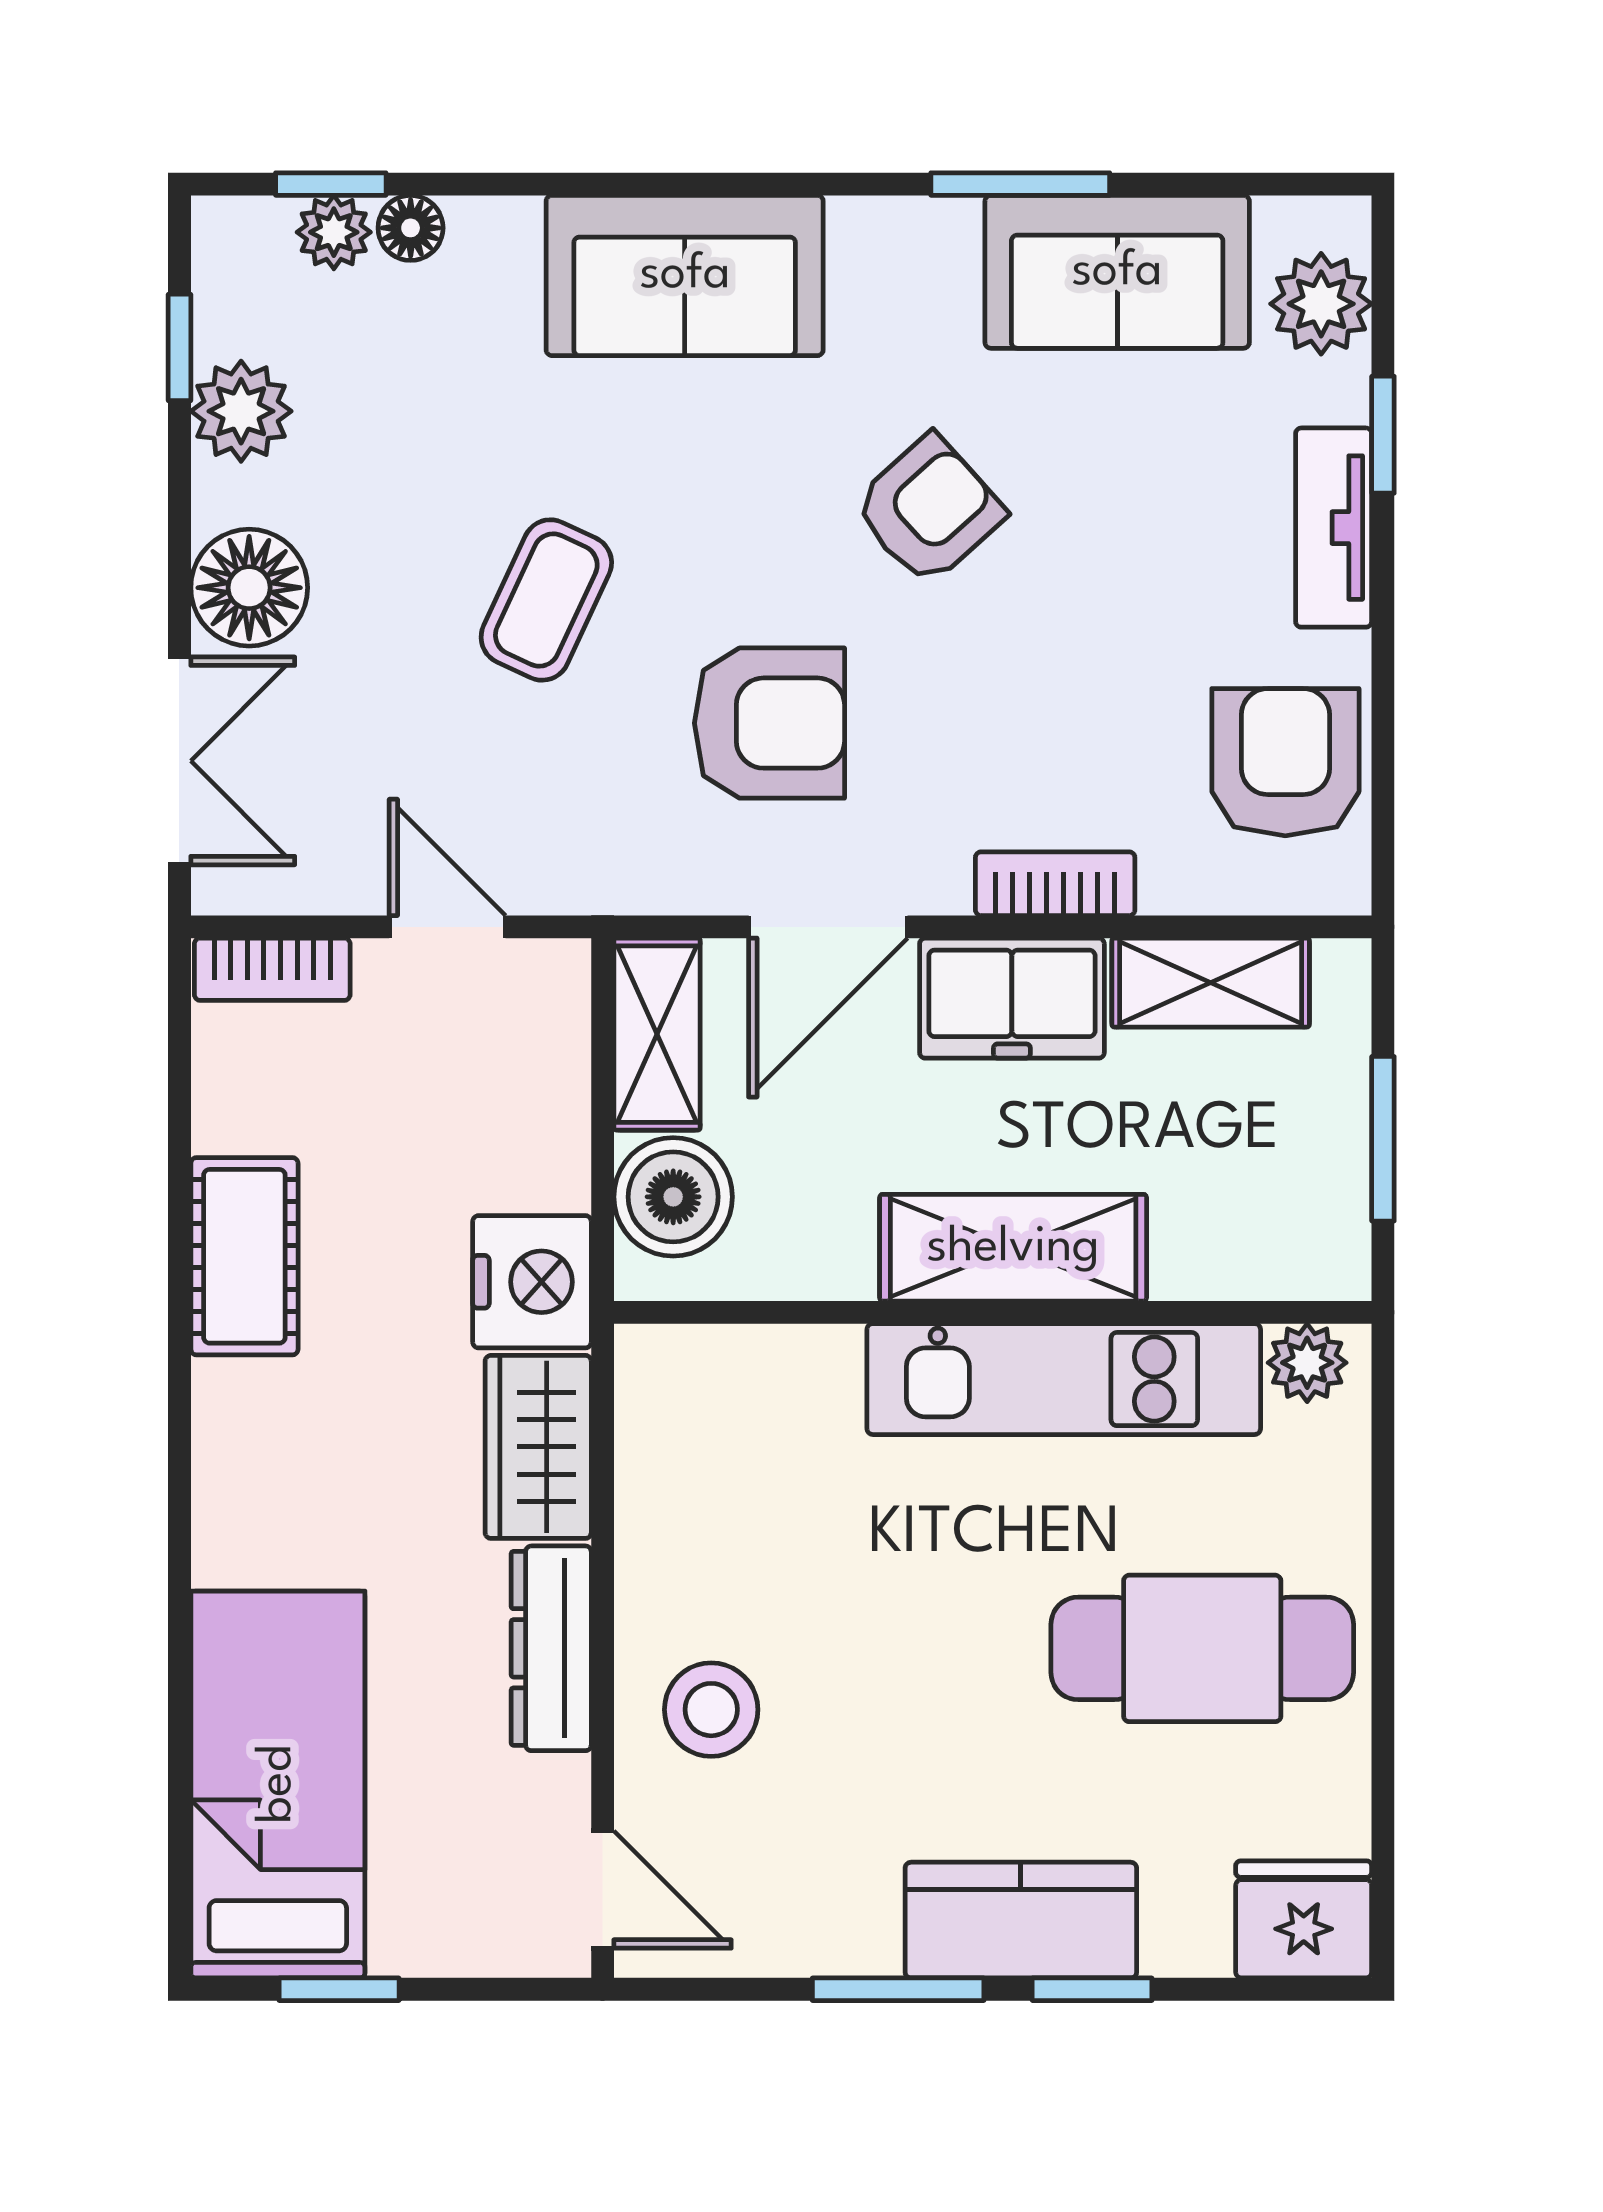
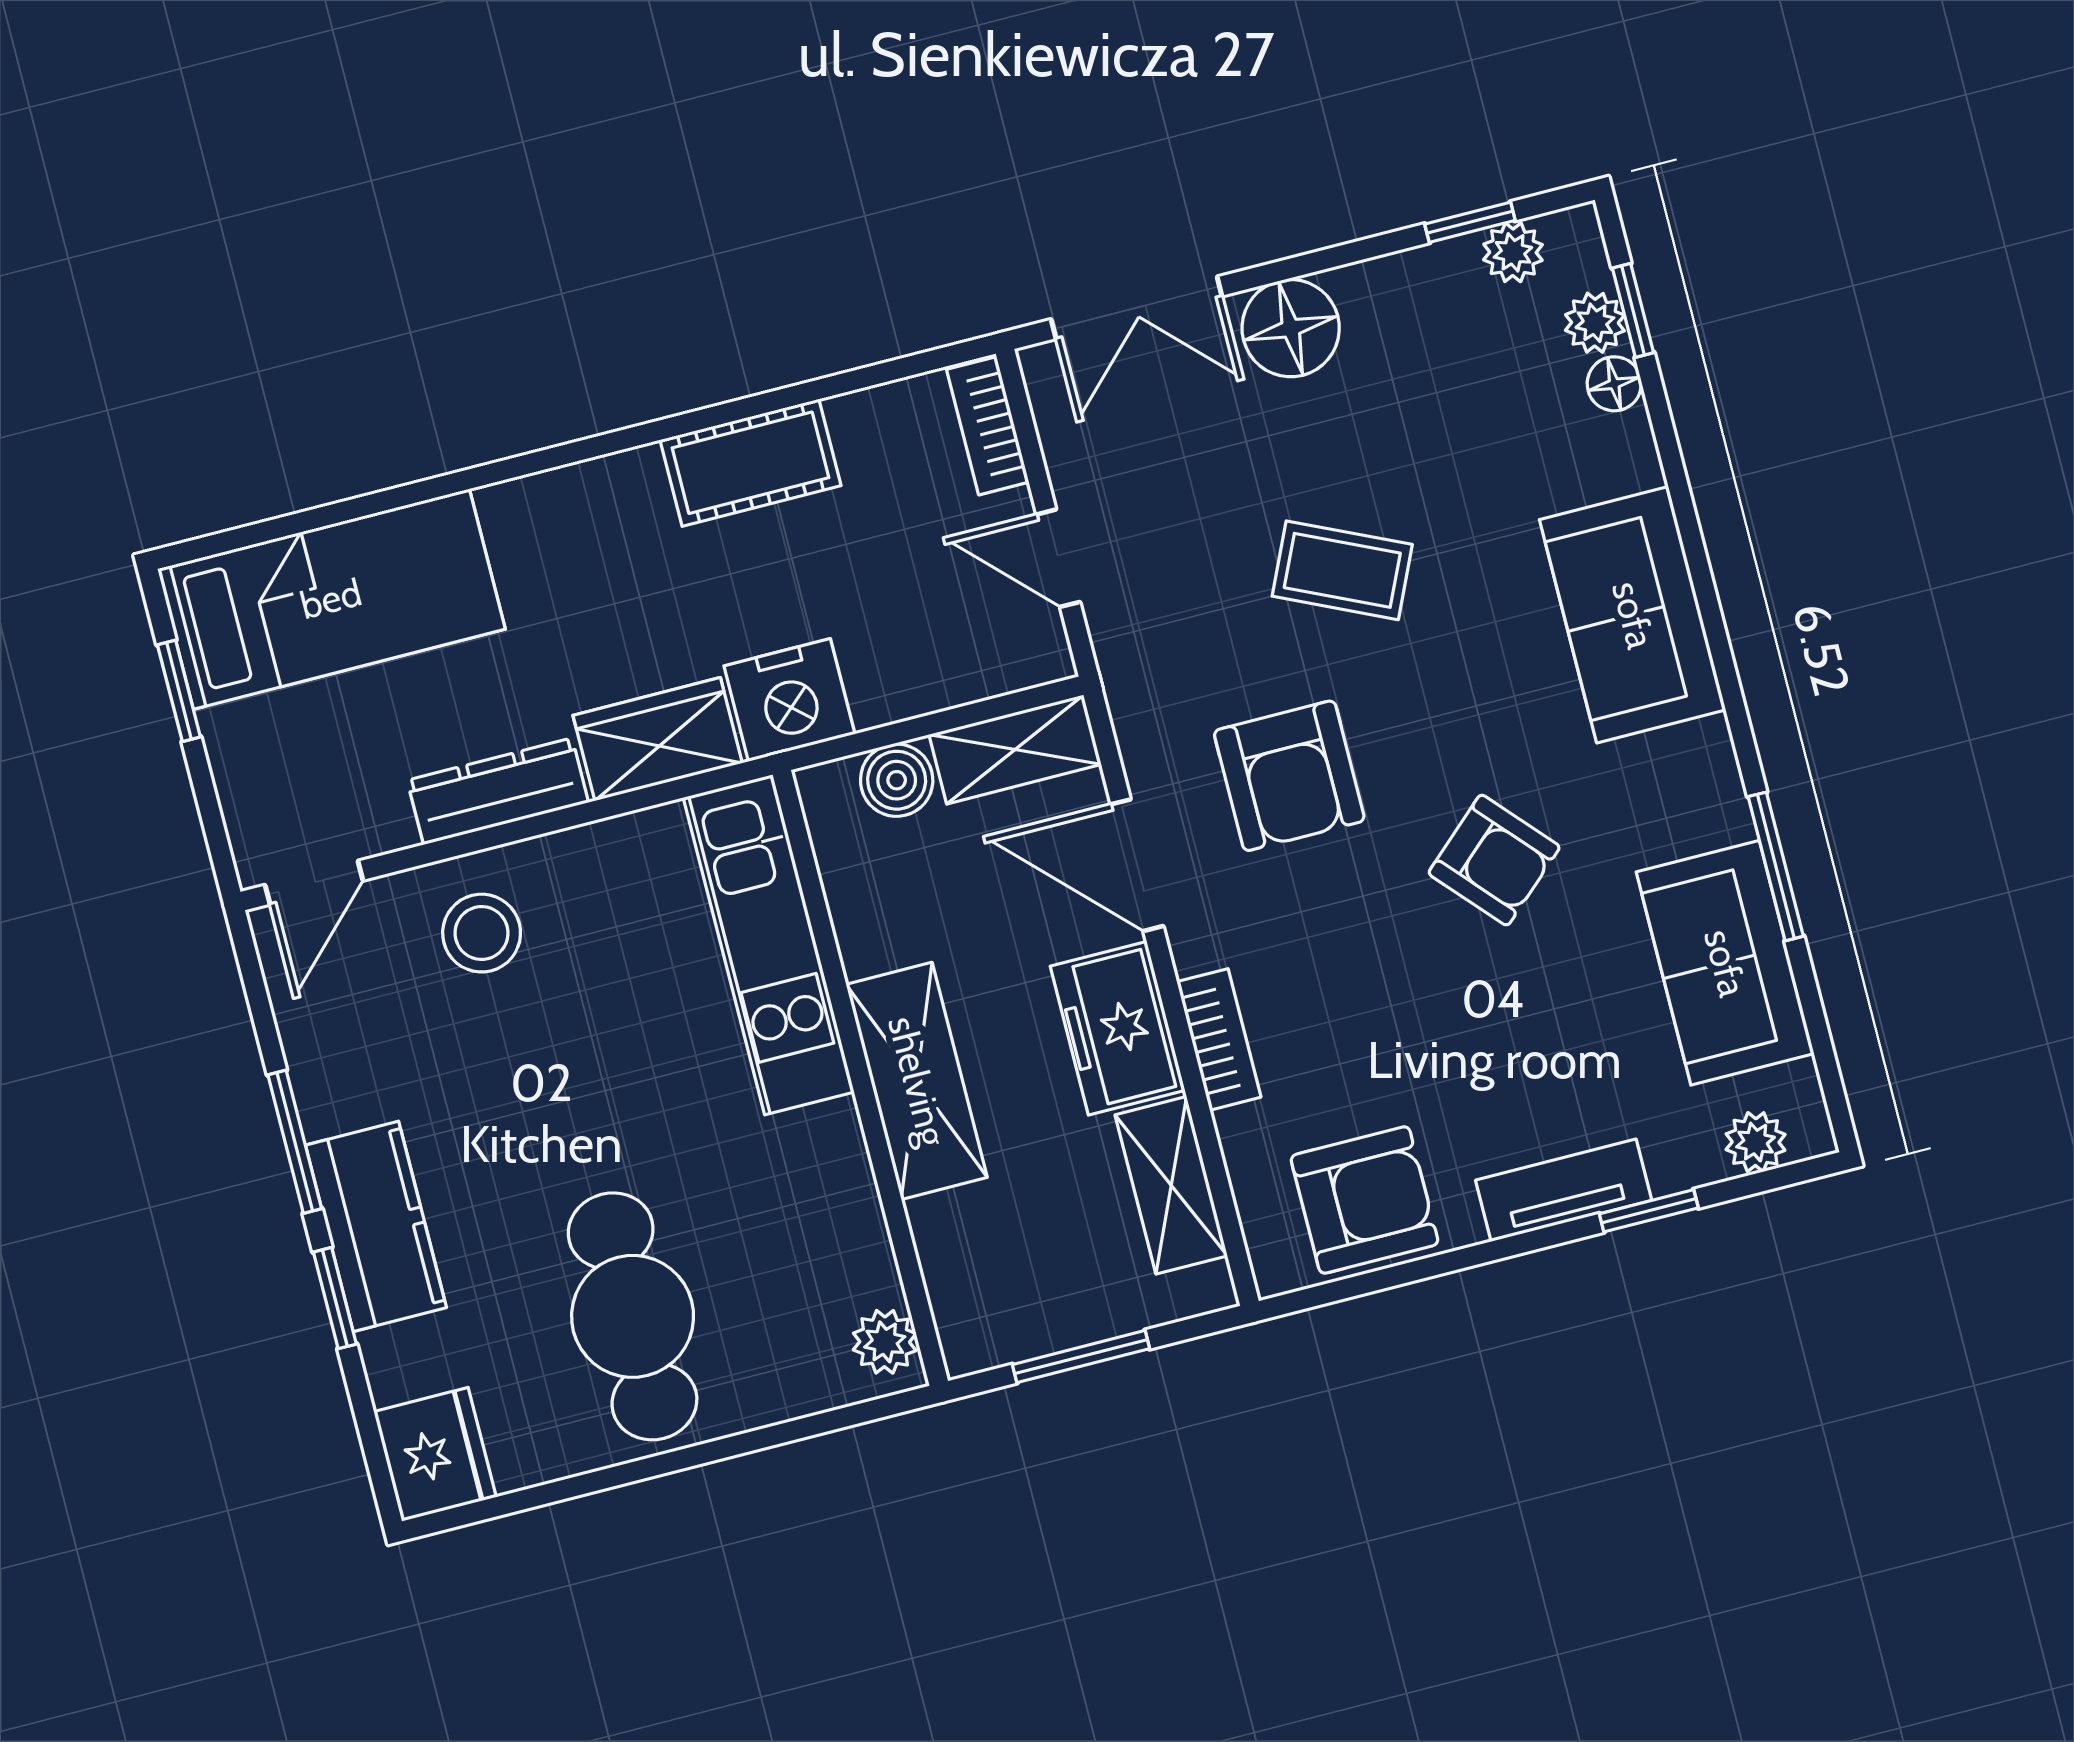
plant: (1321, 304) -> (1756, 1142), width x0.73, depth x0.73
plant: (241, 411) -> (1513, 252), moved, width x0.73, depth x0.73
door: (447, 927) -> (1058, 558), swing flipped
boiler: (673, 1197) -> (897, 780), width x0.73, depth x0.73
kitchen unit: (1064, 1379) -> (769, 945), moved

